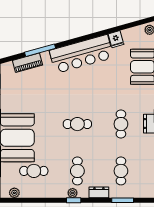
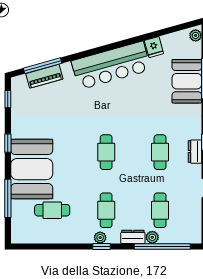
window: (40, 50) -> (43, 66), moved
cafe table: (77, 124) -> (106, 152), turned 90
plant: (14, 193) -> (152, 237), moved
window: (123, 200) -> (162, 246), width x2.11

